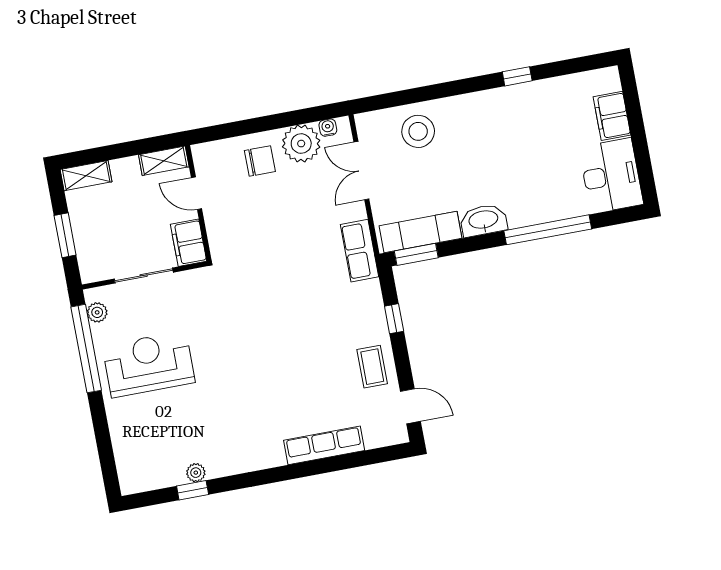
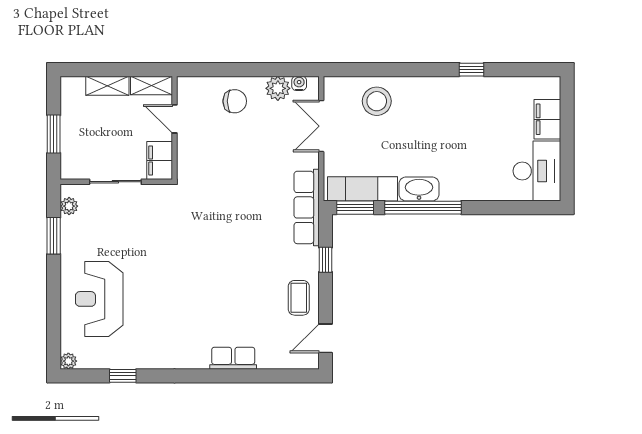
plant: (301, 144) -> (278, 88), width x0.73, depth x0.73
shelving: (86, 176) -> (107, 86), moved
window: (548, 230) -> (423, 208), moved
row of seats: (360, 251) -> (307, 207), width x1.48
window: (86, 349) -> (54, 236), width x0.47
reception desk: (149, 364) -> (99, 299), moved, turned -90
door: (410, 406) -> (325, 338), swing flipped
row of seats: (324, 445) -> (233, 358), width x0.68
plant: (196, 473) -> (68, 361), moved

